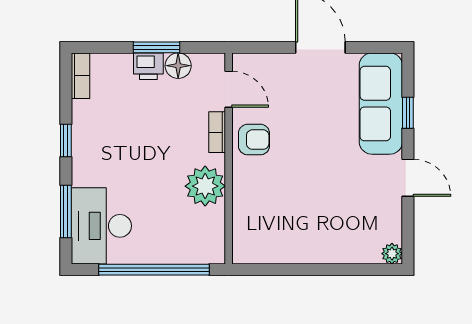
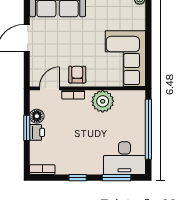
corner sofa: (283, 228) -> (125, 59), added

